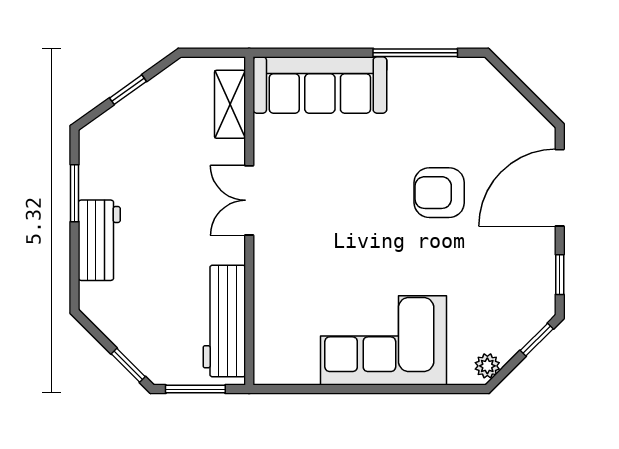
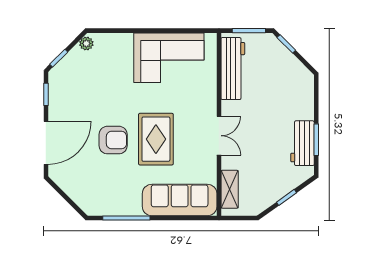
rug: (362, 194) -> (156, 139), added
workbench: (99, 240) -> (302, 143), moved
corner sofa: (383, 340) -> (169, 58), moved

